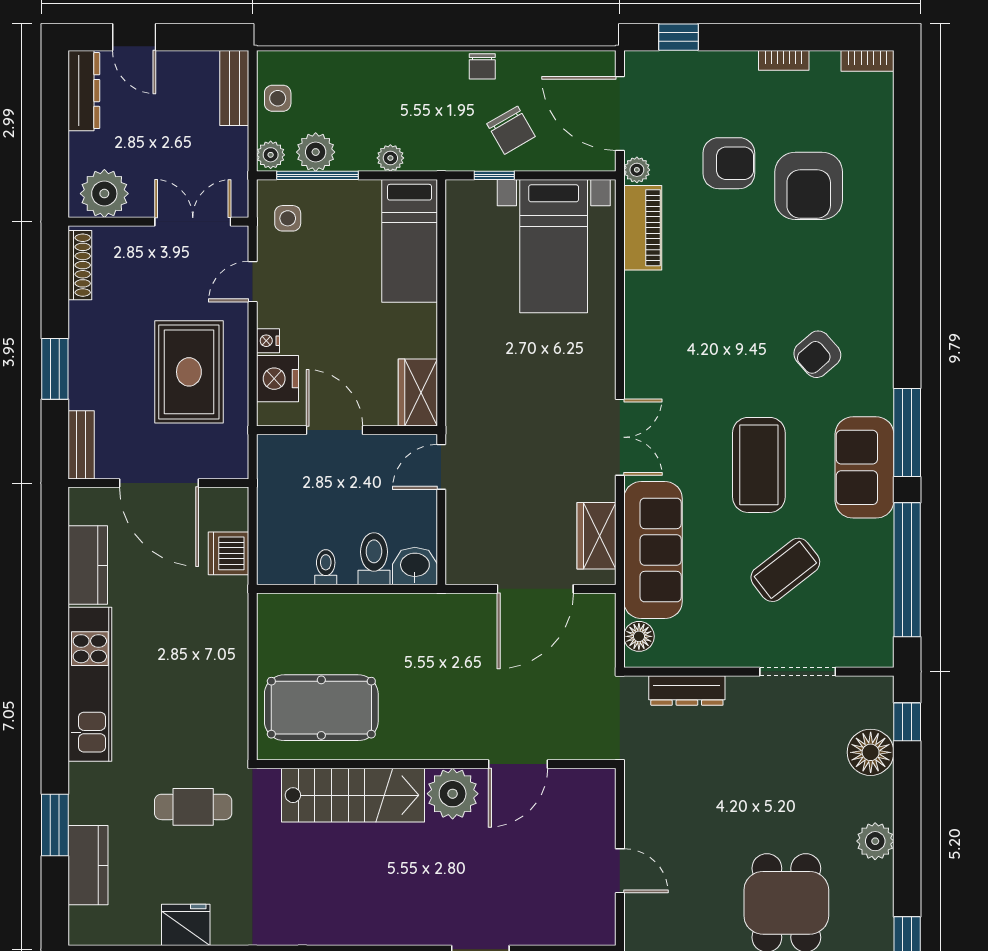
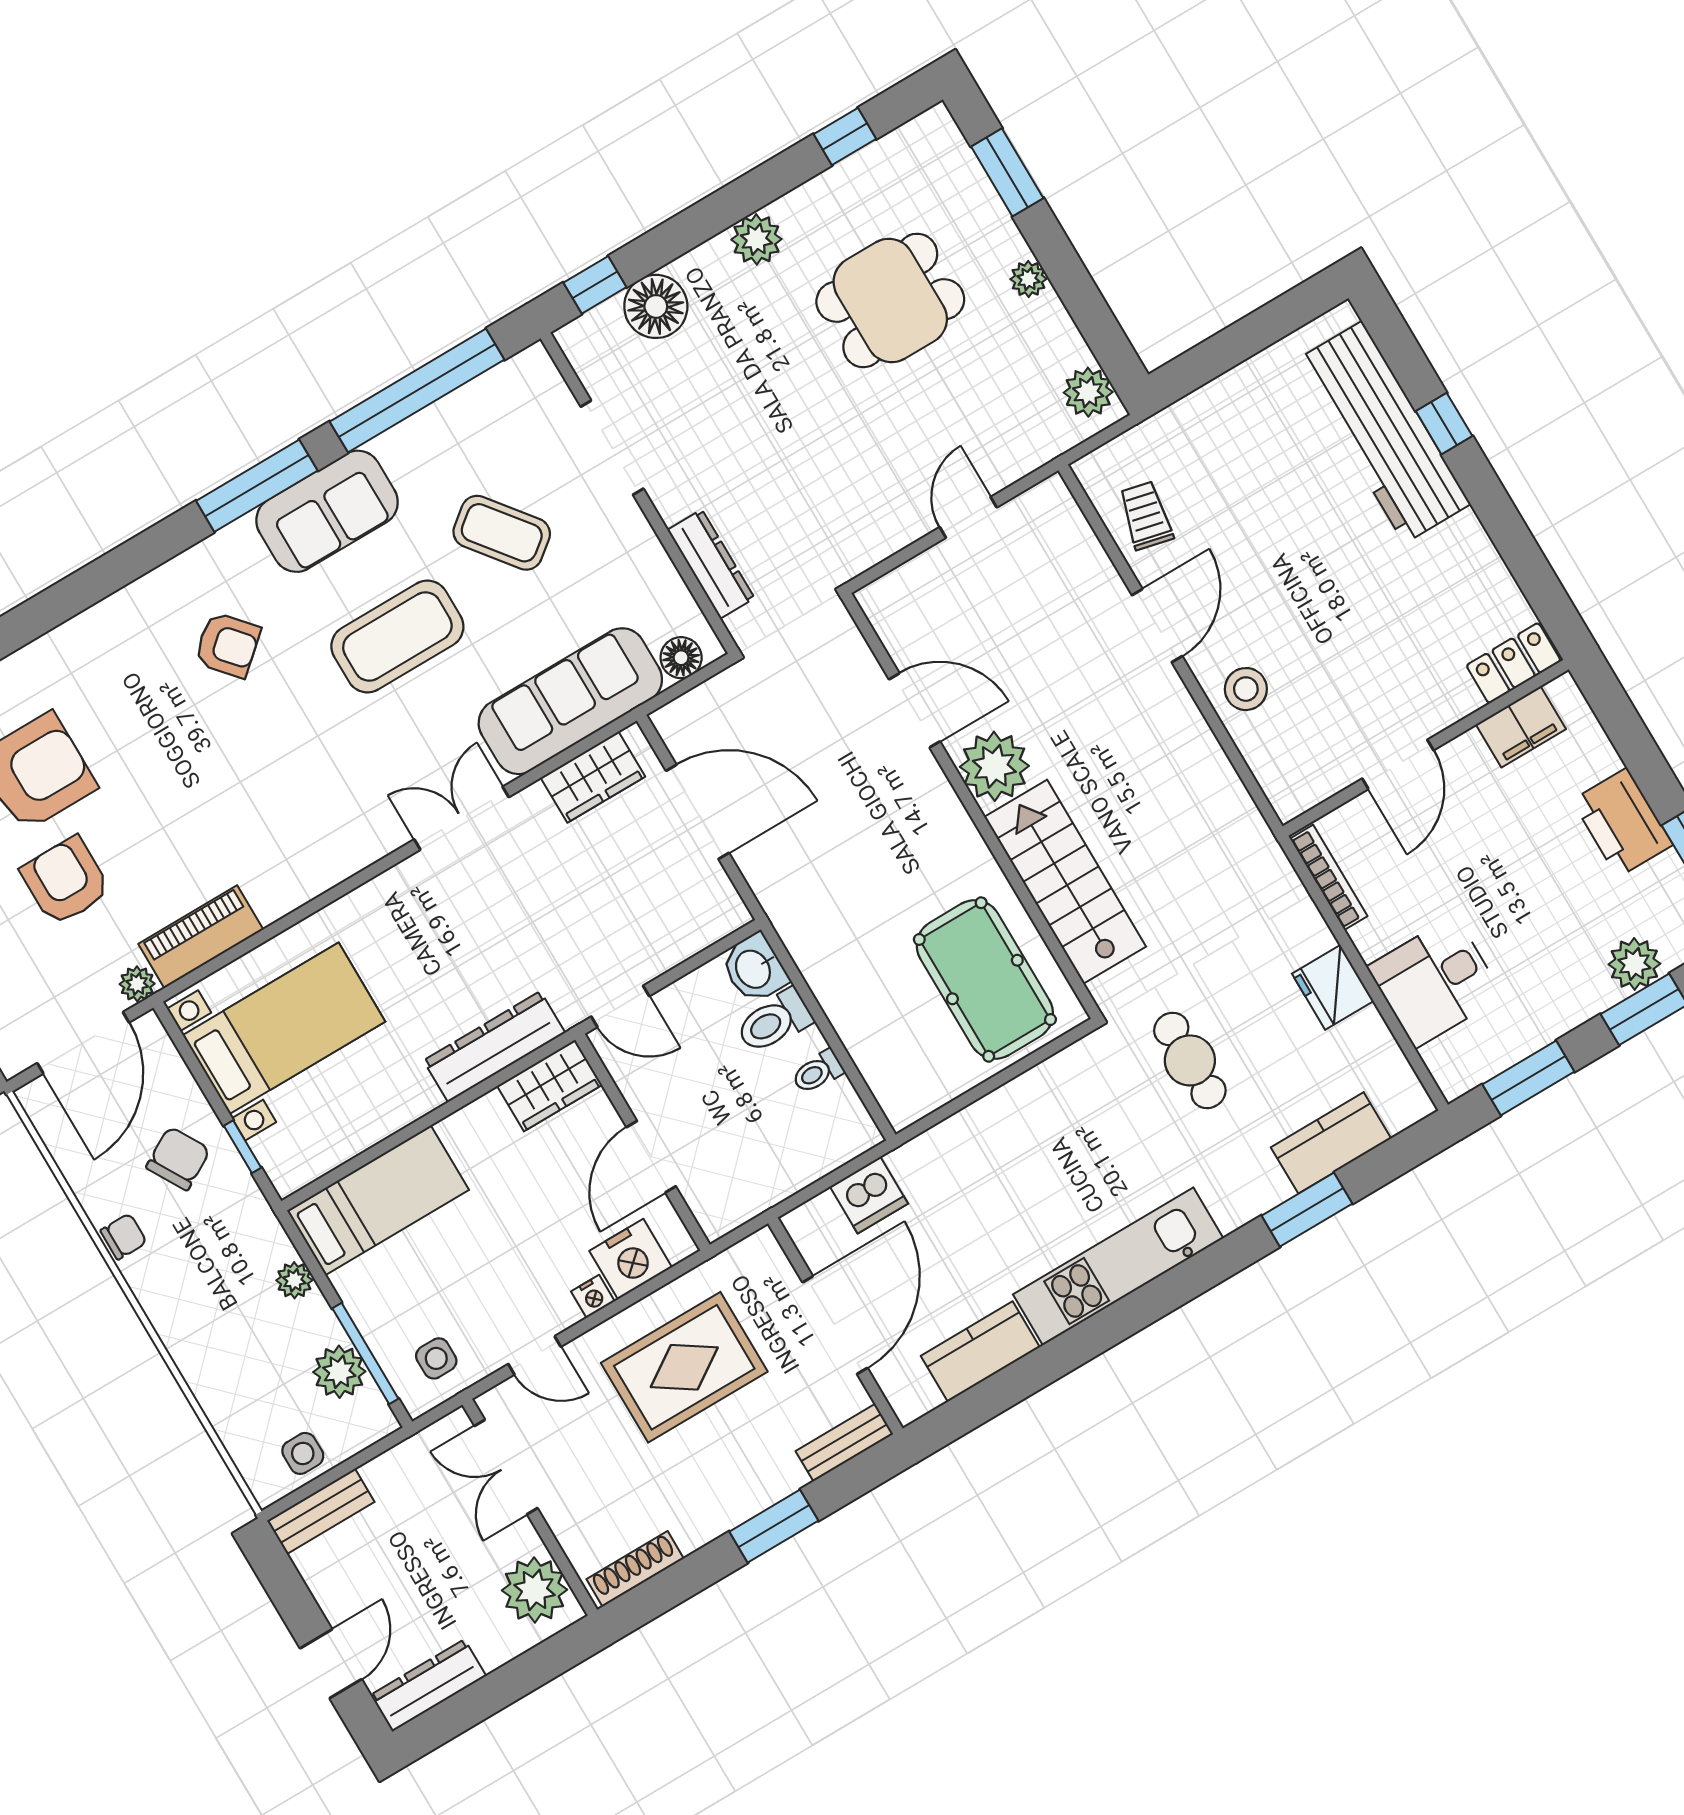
plant: (271, 155) -> (374, 1422), removed
dresser: (463, 372) -> (494, 1047), added

